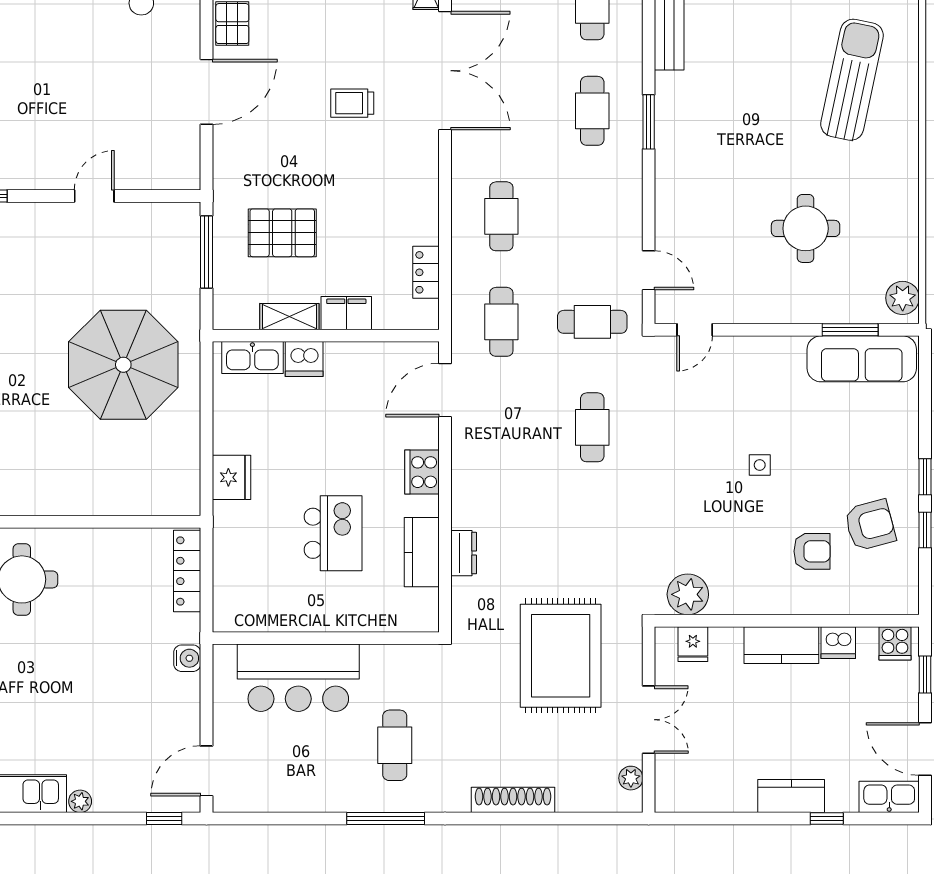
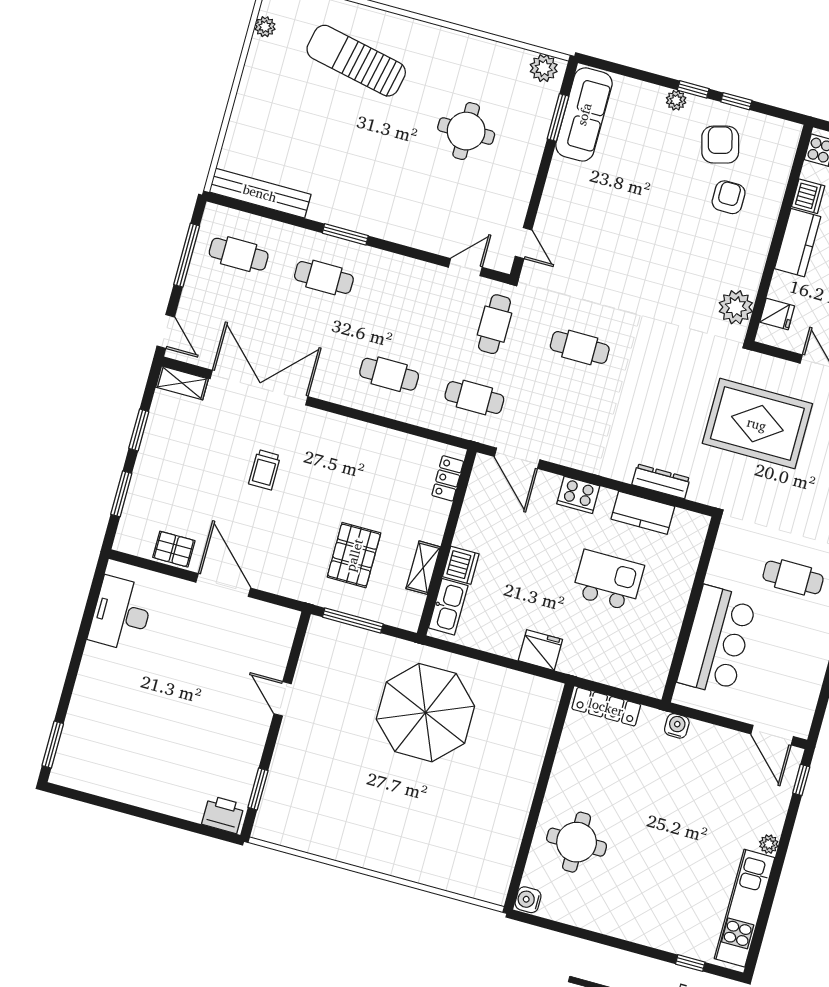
locker: (426, 272) -> (448, 478), moved, turned 90
filing cabinet: (346, 313) -> (433, 521), removed
plant: (907, 460) -> (676, 100), added
side table: (760, 465) -> (647, 220), removed
dresser: (464, 553) -> (661, 481), width x1.44

